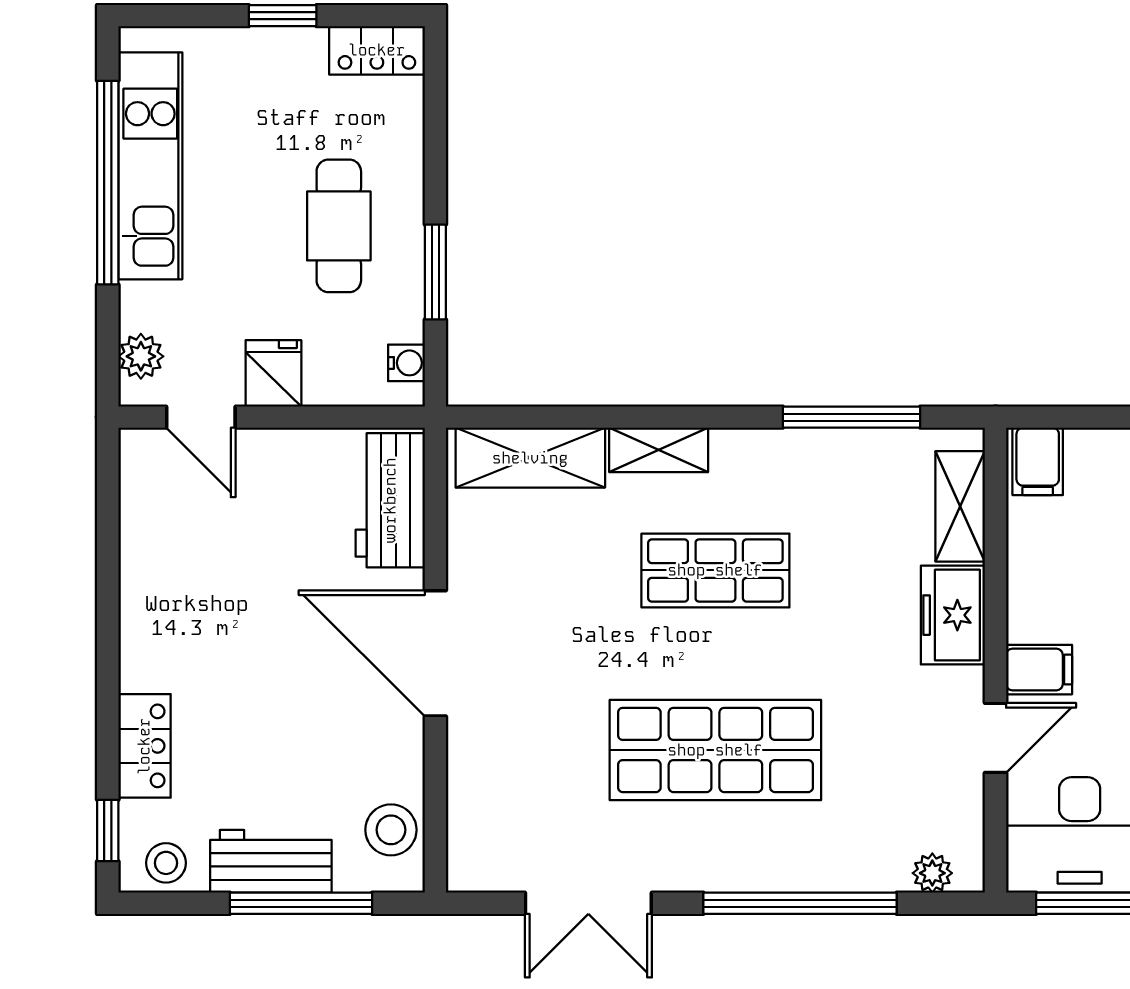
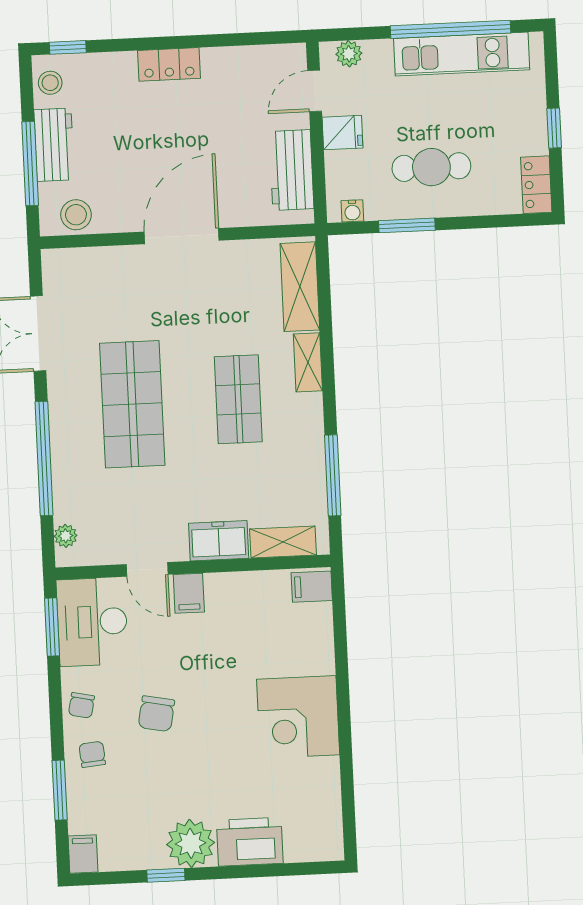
workbench: (390, 500) -> (292, 170), moved, turned -90
locker: (144, 746) -> (169, 64), moved

